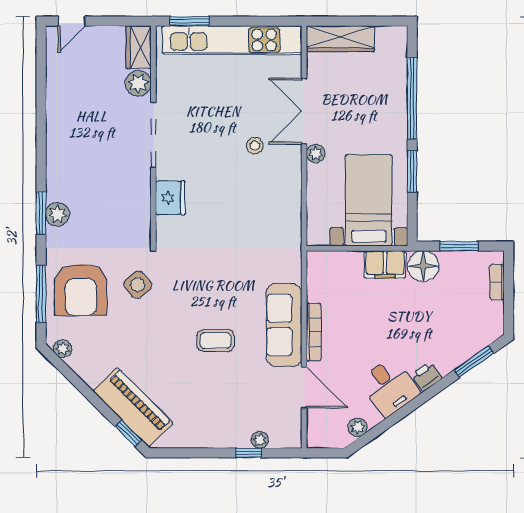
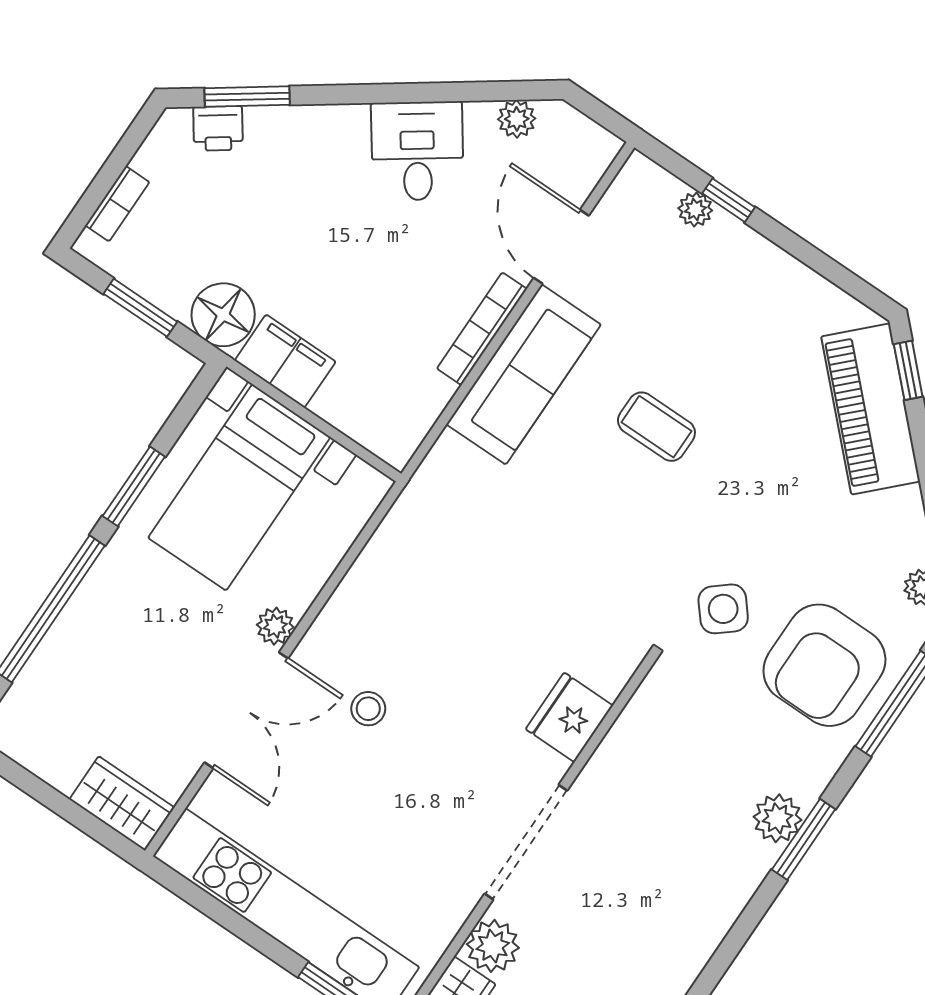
wardrobe: (340, 39) -> (122, 803), width x0.67
armchair: (81, 290) -> (824, 665), turned 180
printer: (427, 377) -> (218, 128), moved

